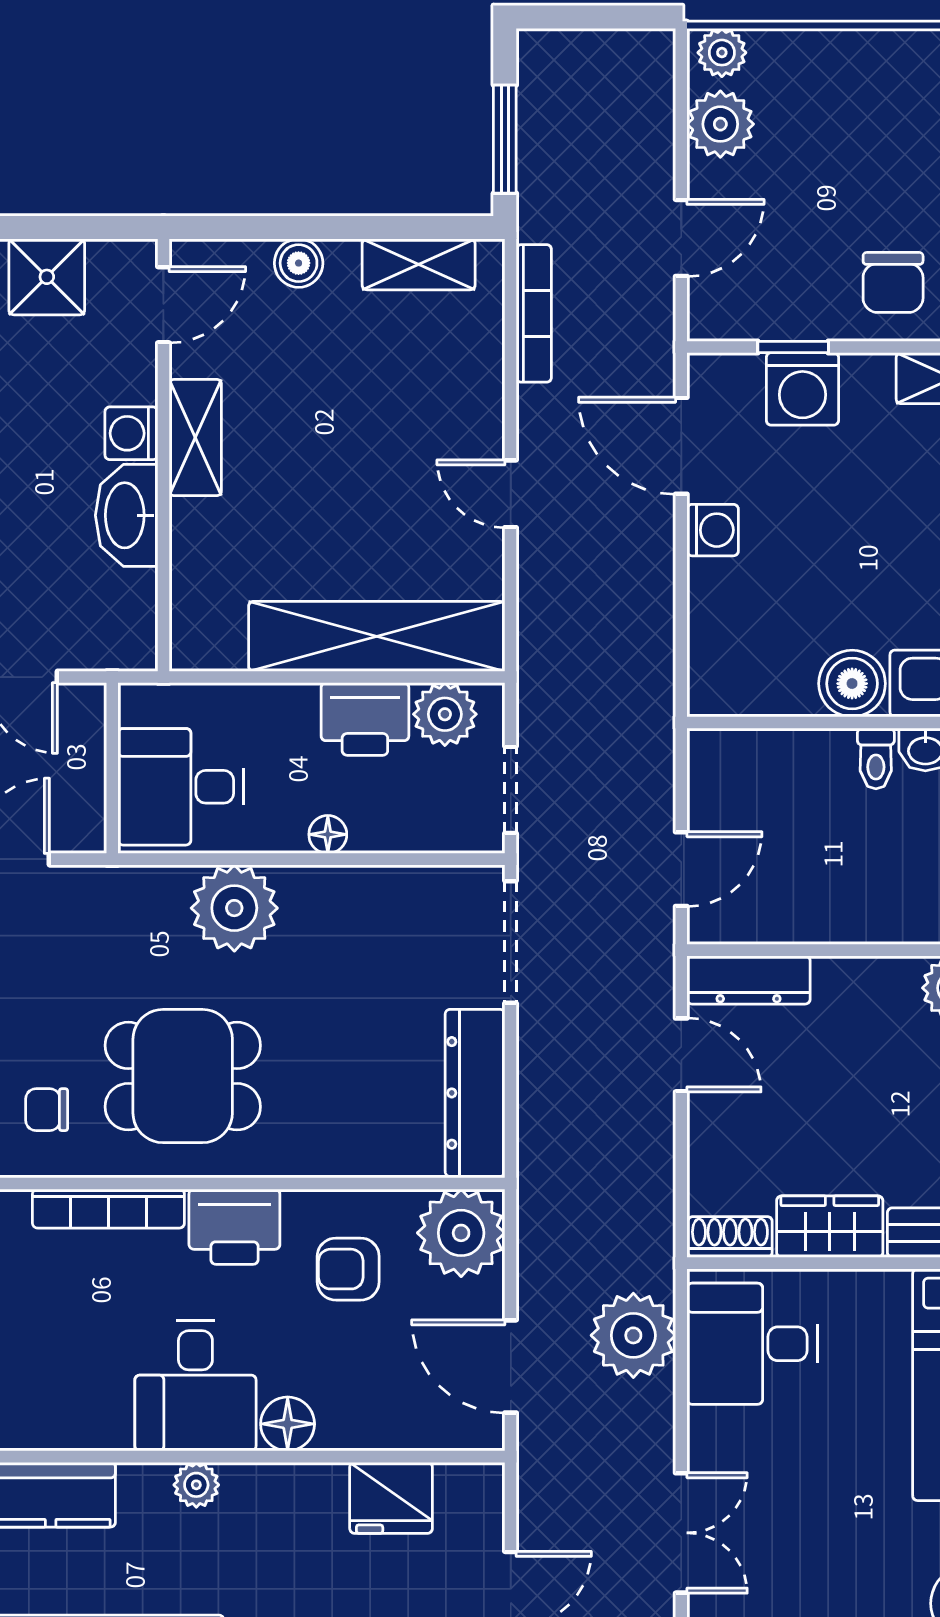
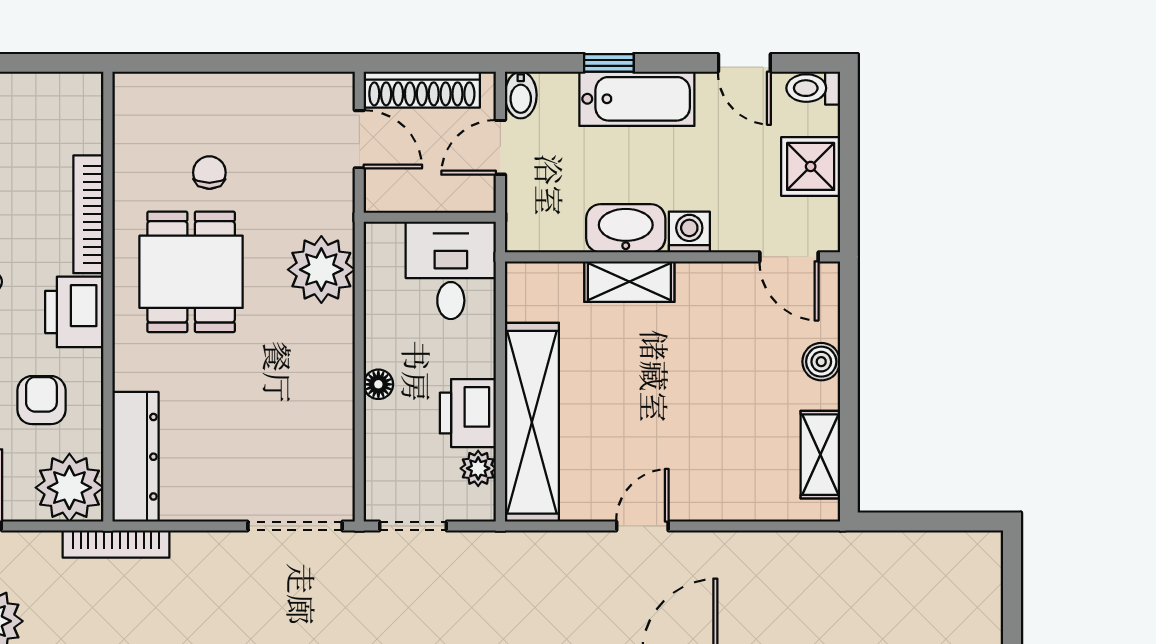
window: (505, 139) -> (917, 522), removed
bookcase: (534, 313) -> (116, 544), moved
shelving: (195, 438) -> (629, 282), moved
plant: (445, 714) -> (478, 468), width x0.73, depth x0.73
desk: (181, 787) -> (451, 270), moved
plant: (234, 908) -> (321, 270), moved
dresser: (475, 1093) -> (135, 457), moved, turned 90
chair: (47, 1110) -> (209, 173), moved

